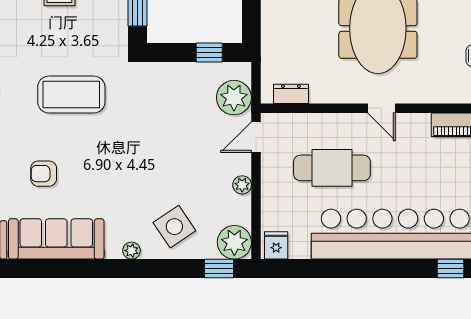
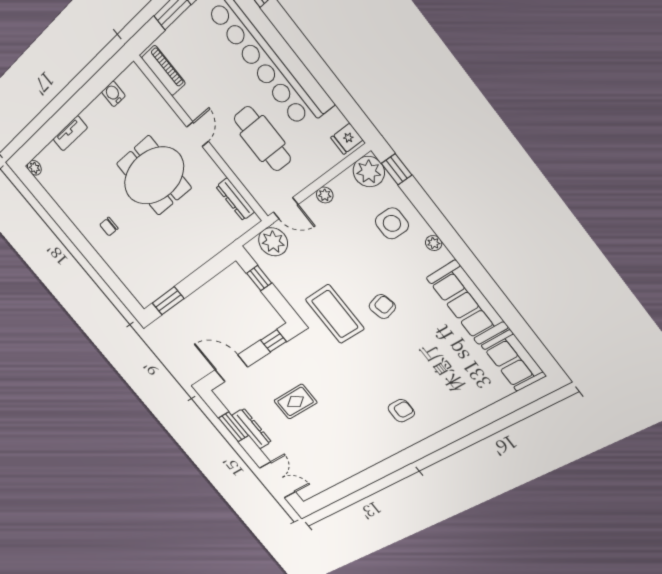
dresser: (291, 94) -> (235, 199), width x1.44
coffee table: (71, 95) -> (335, 314), moved
armchair: (44, 174) -> (382, 307), moved, turned -104
side table: (174, 227) -> (392, 223), turned 34

